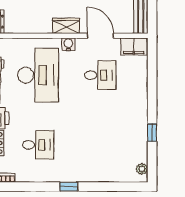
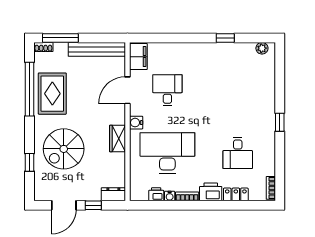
wardrobe: (66, 26) -> (118, 139), moved
desk: (38, 145) -> (238, 153), turned 180

